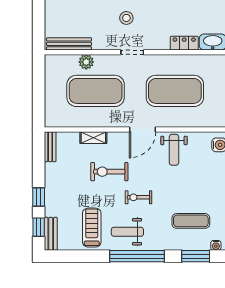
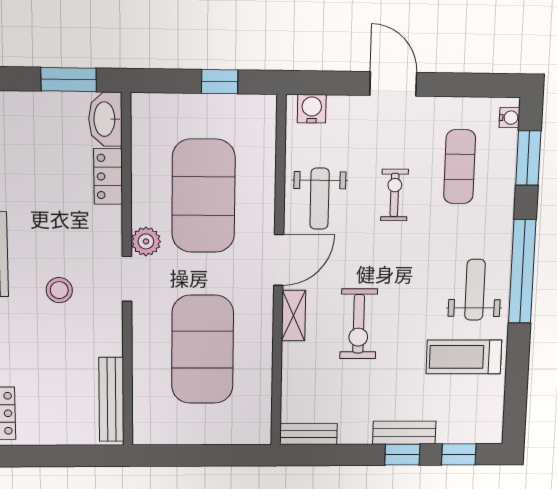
plant: (86, 62) -> (146, 241), moved
door: (142, 130) -> (279, 260), hinge flipped
shelving: (93, 138) -> (293, 316), moved
weight bench: (174, 150) -> (319, 199), turned 90
exercise bike: (138, 197) -> (395, 195), moved, turned 180
weight bench: (127, 232) -> (475, 290), turned 180
bench: (51, 234) -> (404, 433), moved

